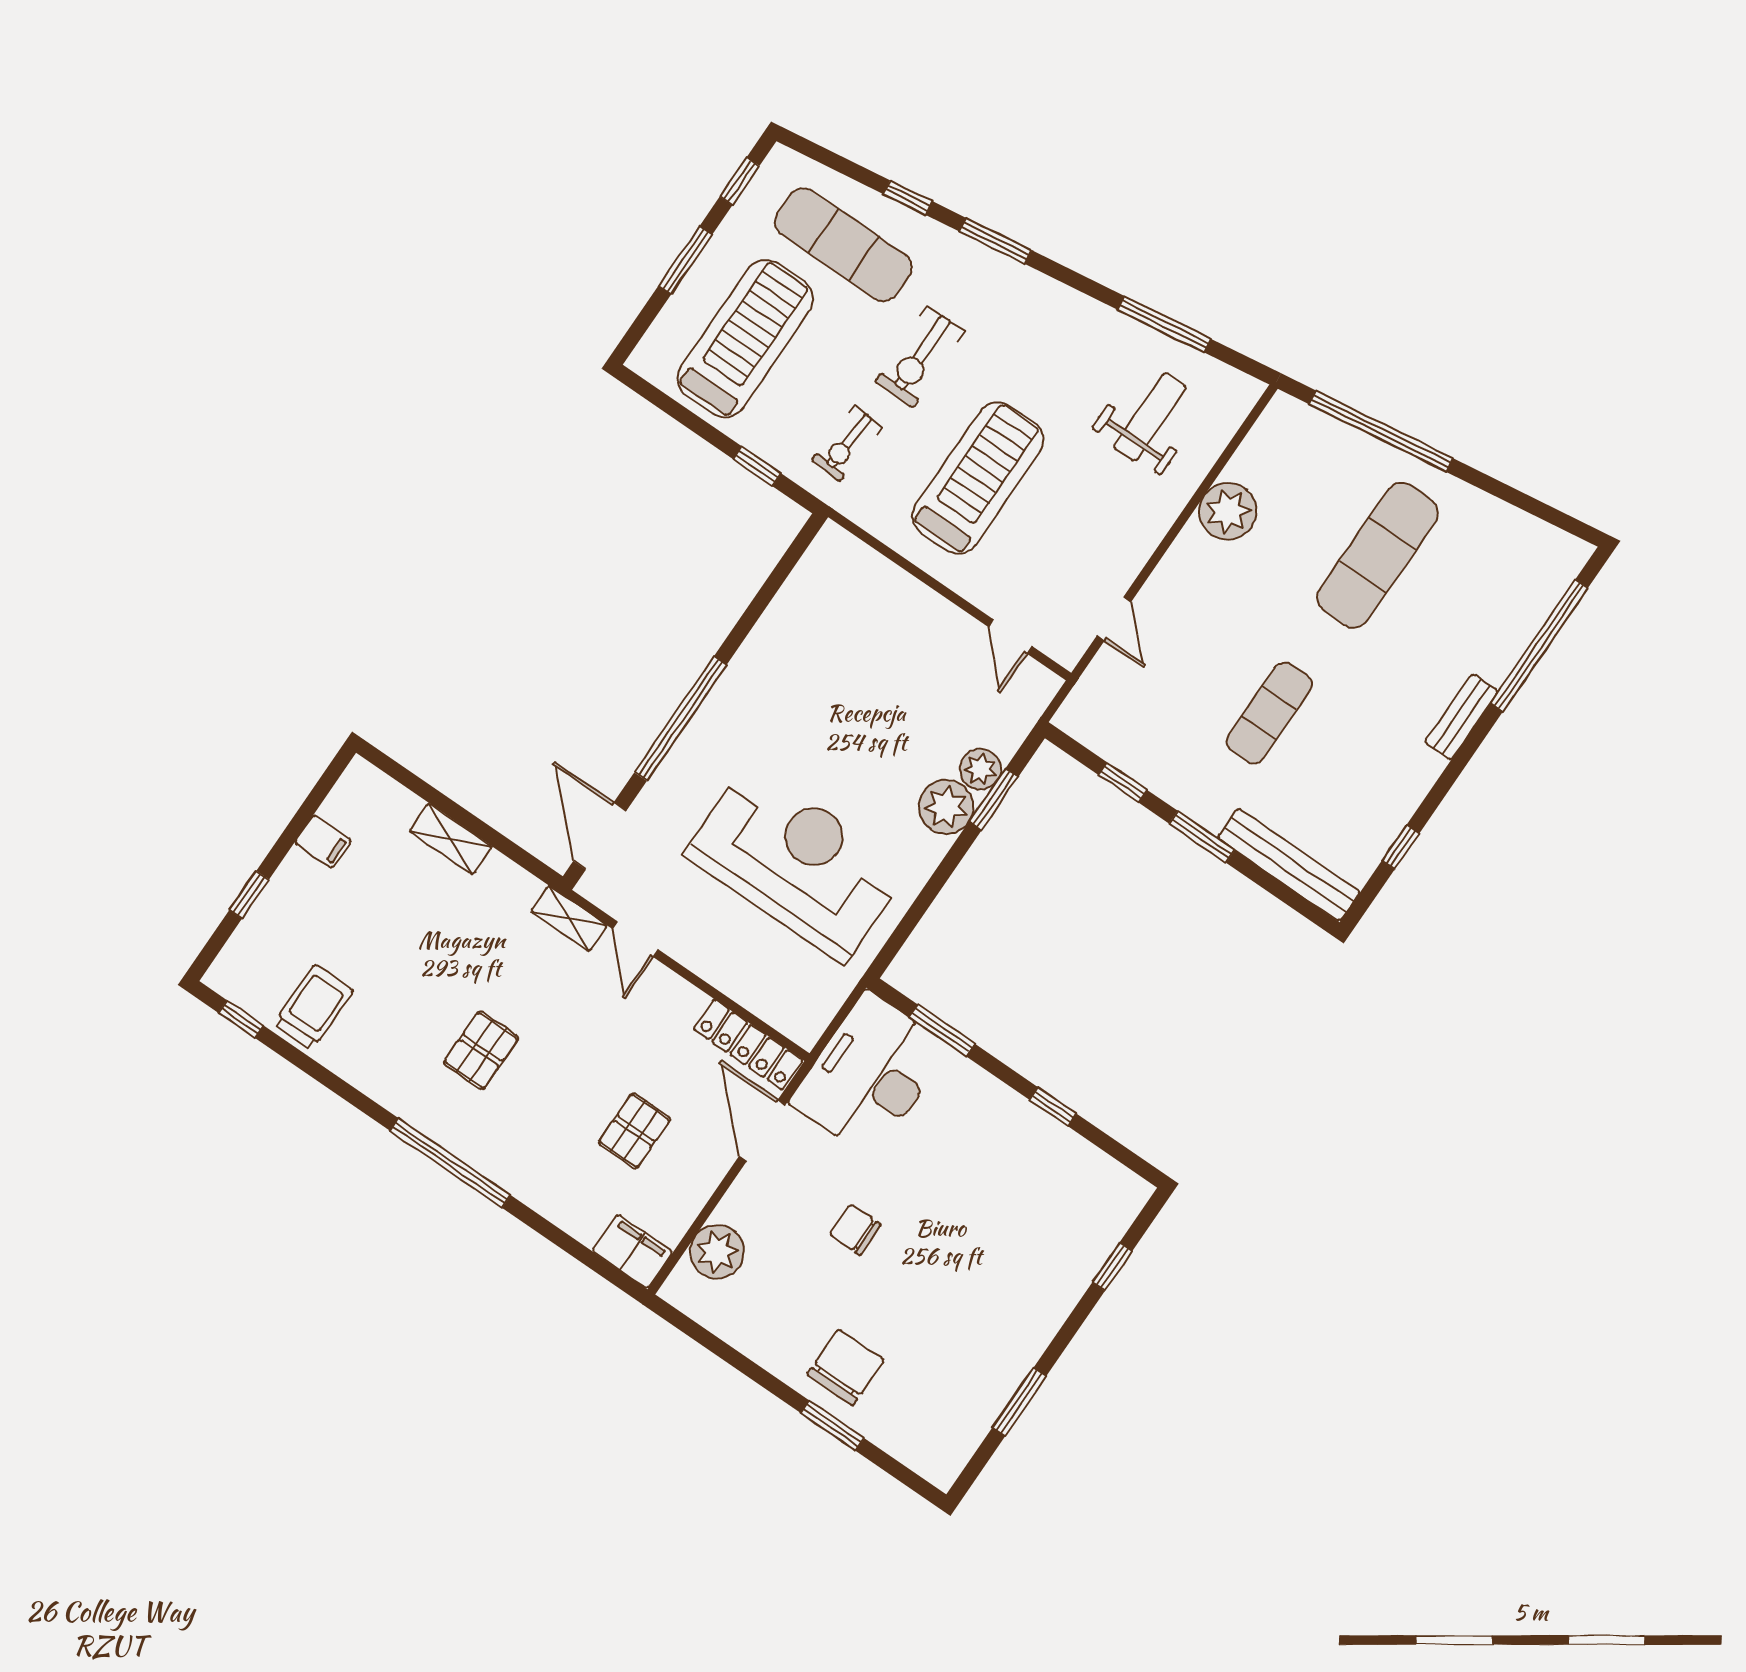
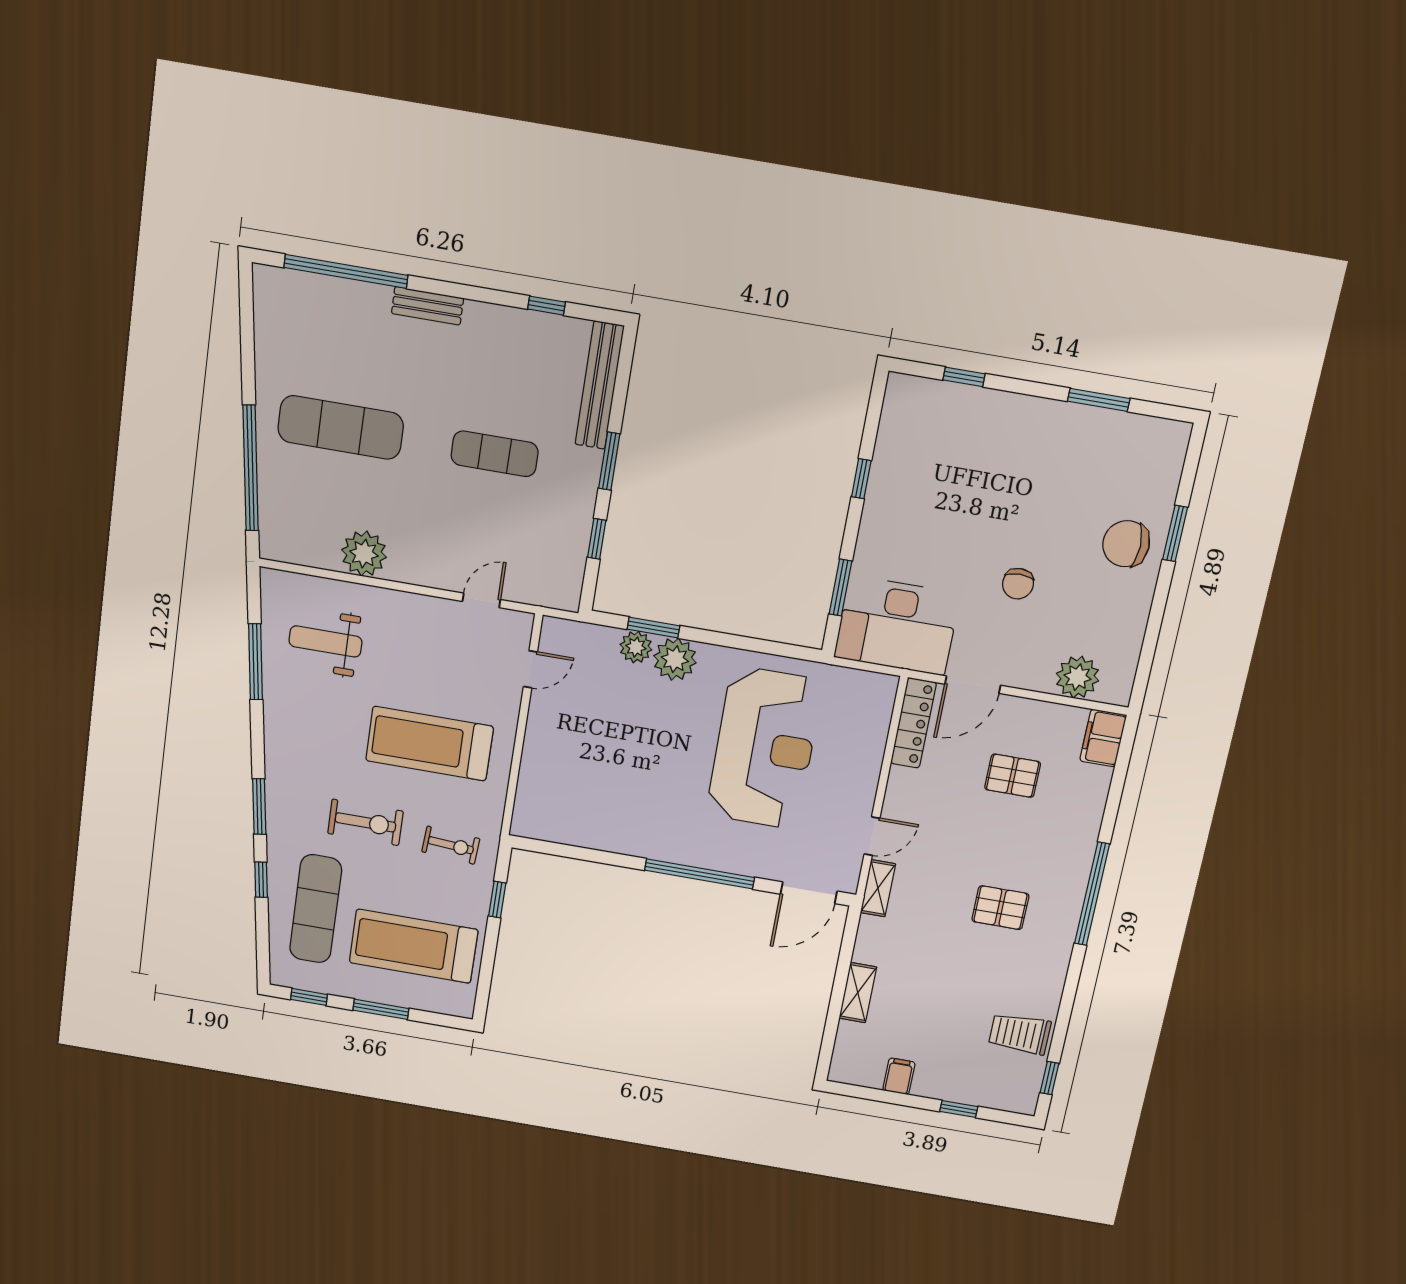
reception desk: (796, 862) -> (764, 748), turned 180

